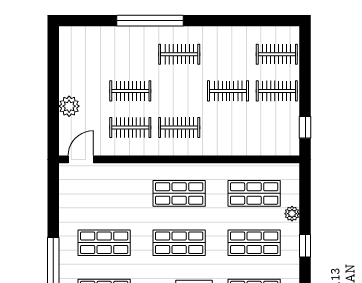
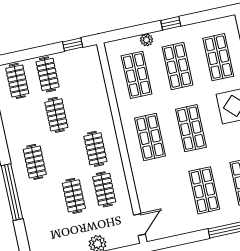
door: (81, 159) -> (139, 225), swing flipped

